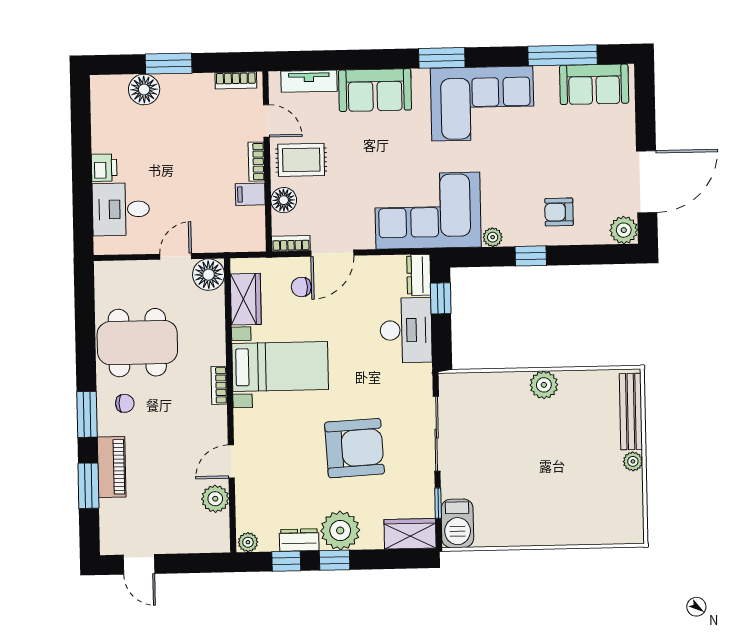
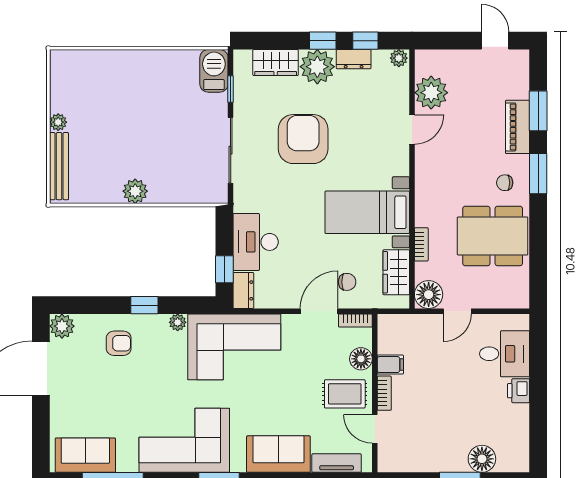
bookcase: (236, 80) -> (401, 465), removed
bookcase: (219, 385) -> (421, 244), moved
armchair: (355, 448) -> (303, 139), turned 93
plant: (215, 499) -> (431, 93), width x1.36, depth x1.36
wardrobe: (410, 534) -> (276, 63), moved

